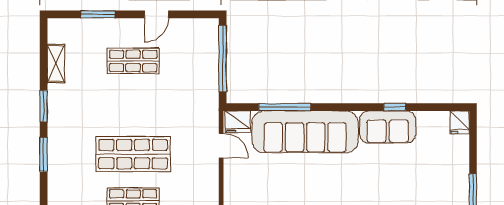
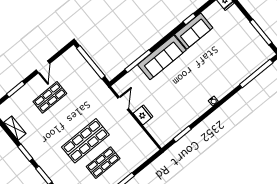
fridge: (238, 122) -> (143, 115), moved, turned -90
sofa: (305, 132) -> (162, 57), width x0.74, depth x0.79
door: (221, 146) -> (123, 103), hinge flipped

